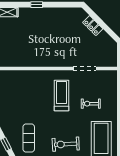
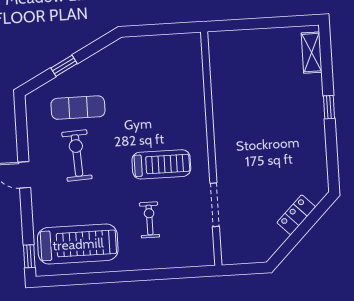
exercise bike: (66, 144) -> (77, 155), moved

